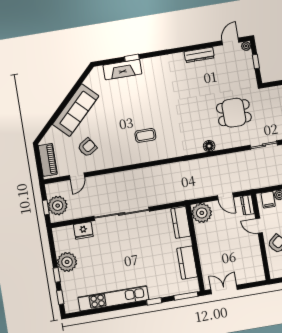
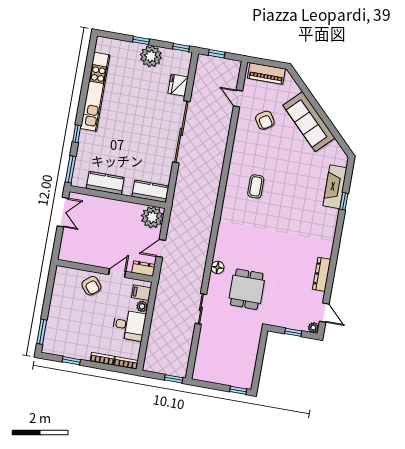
floor lamp: (209, 146) -> (217, 267), moved
plant: (58, 206) -> (214, 67), removed
window: (60, 297) -> (181, 48), moved

